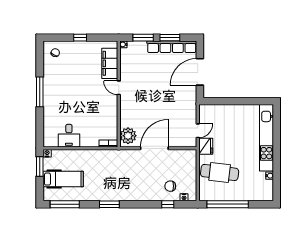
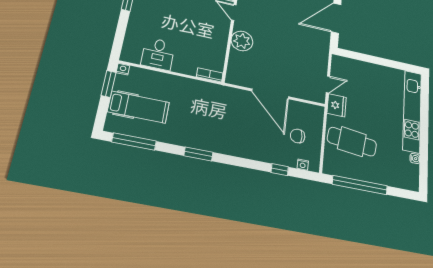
plant: (128, 136) -> (242, 41), moved
door: (154, 148) -> (270, 94), swing flipped
chair: (170, 186) -> (298, 136), moved

